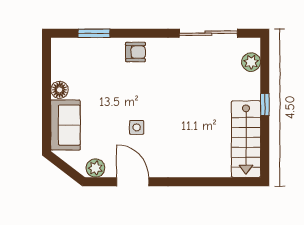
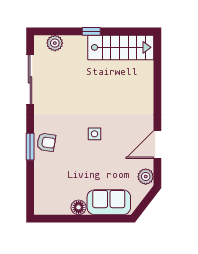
window: (94, 33) -> (30, 147), moved
armchair: (135, 52) -> (46, 142), turned 99
side table: (137, 127) -> (94, 134), moved

